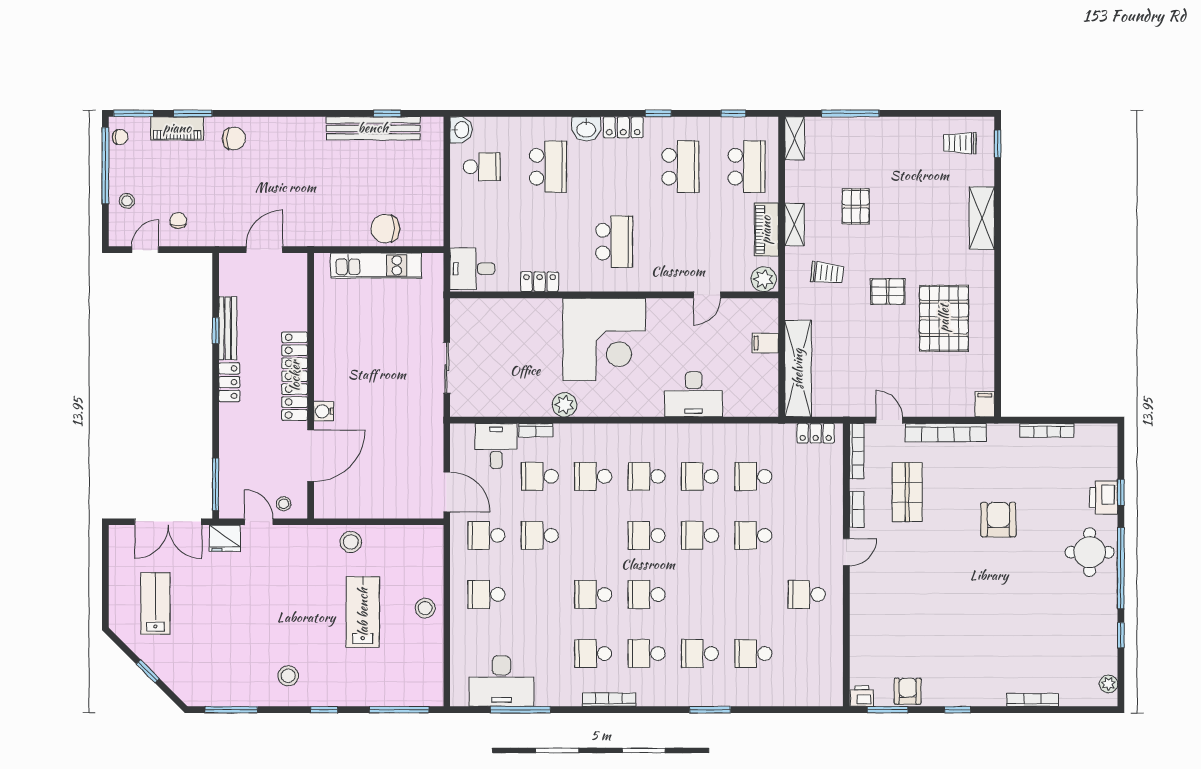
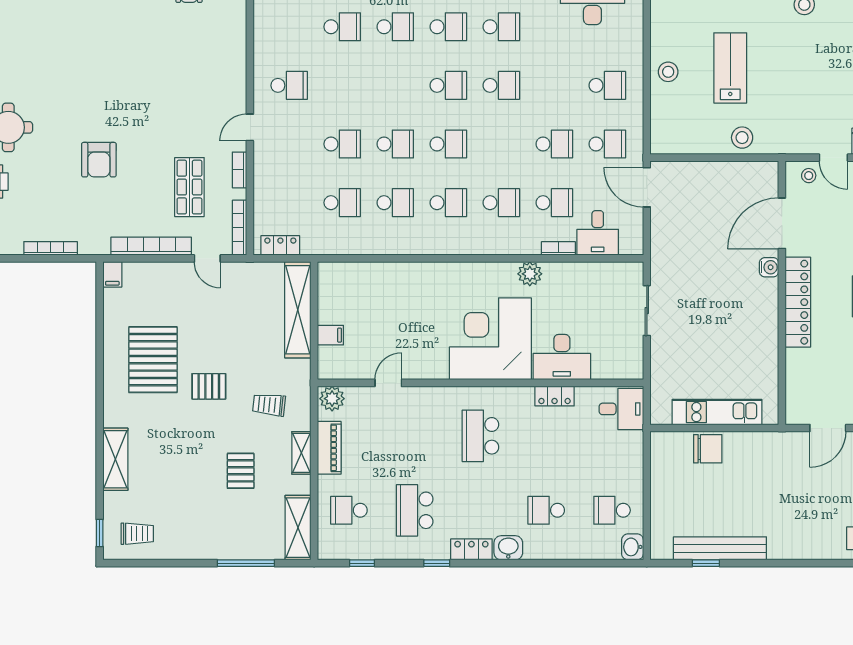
shelving: (795, 138) -> (298, 528), width x1.50, depth x1.33
school desk: (548, 167) -> (546, 510), width x0.54
school desk: (747, 167) -> (349, 510), width x0.54
desk: (694, 394) -> (562, 357), moved, turned 180
lab bench: (363, 612) -> (730, 68), turned 180

